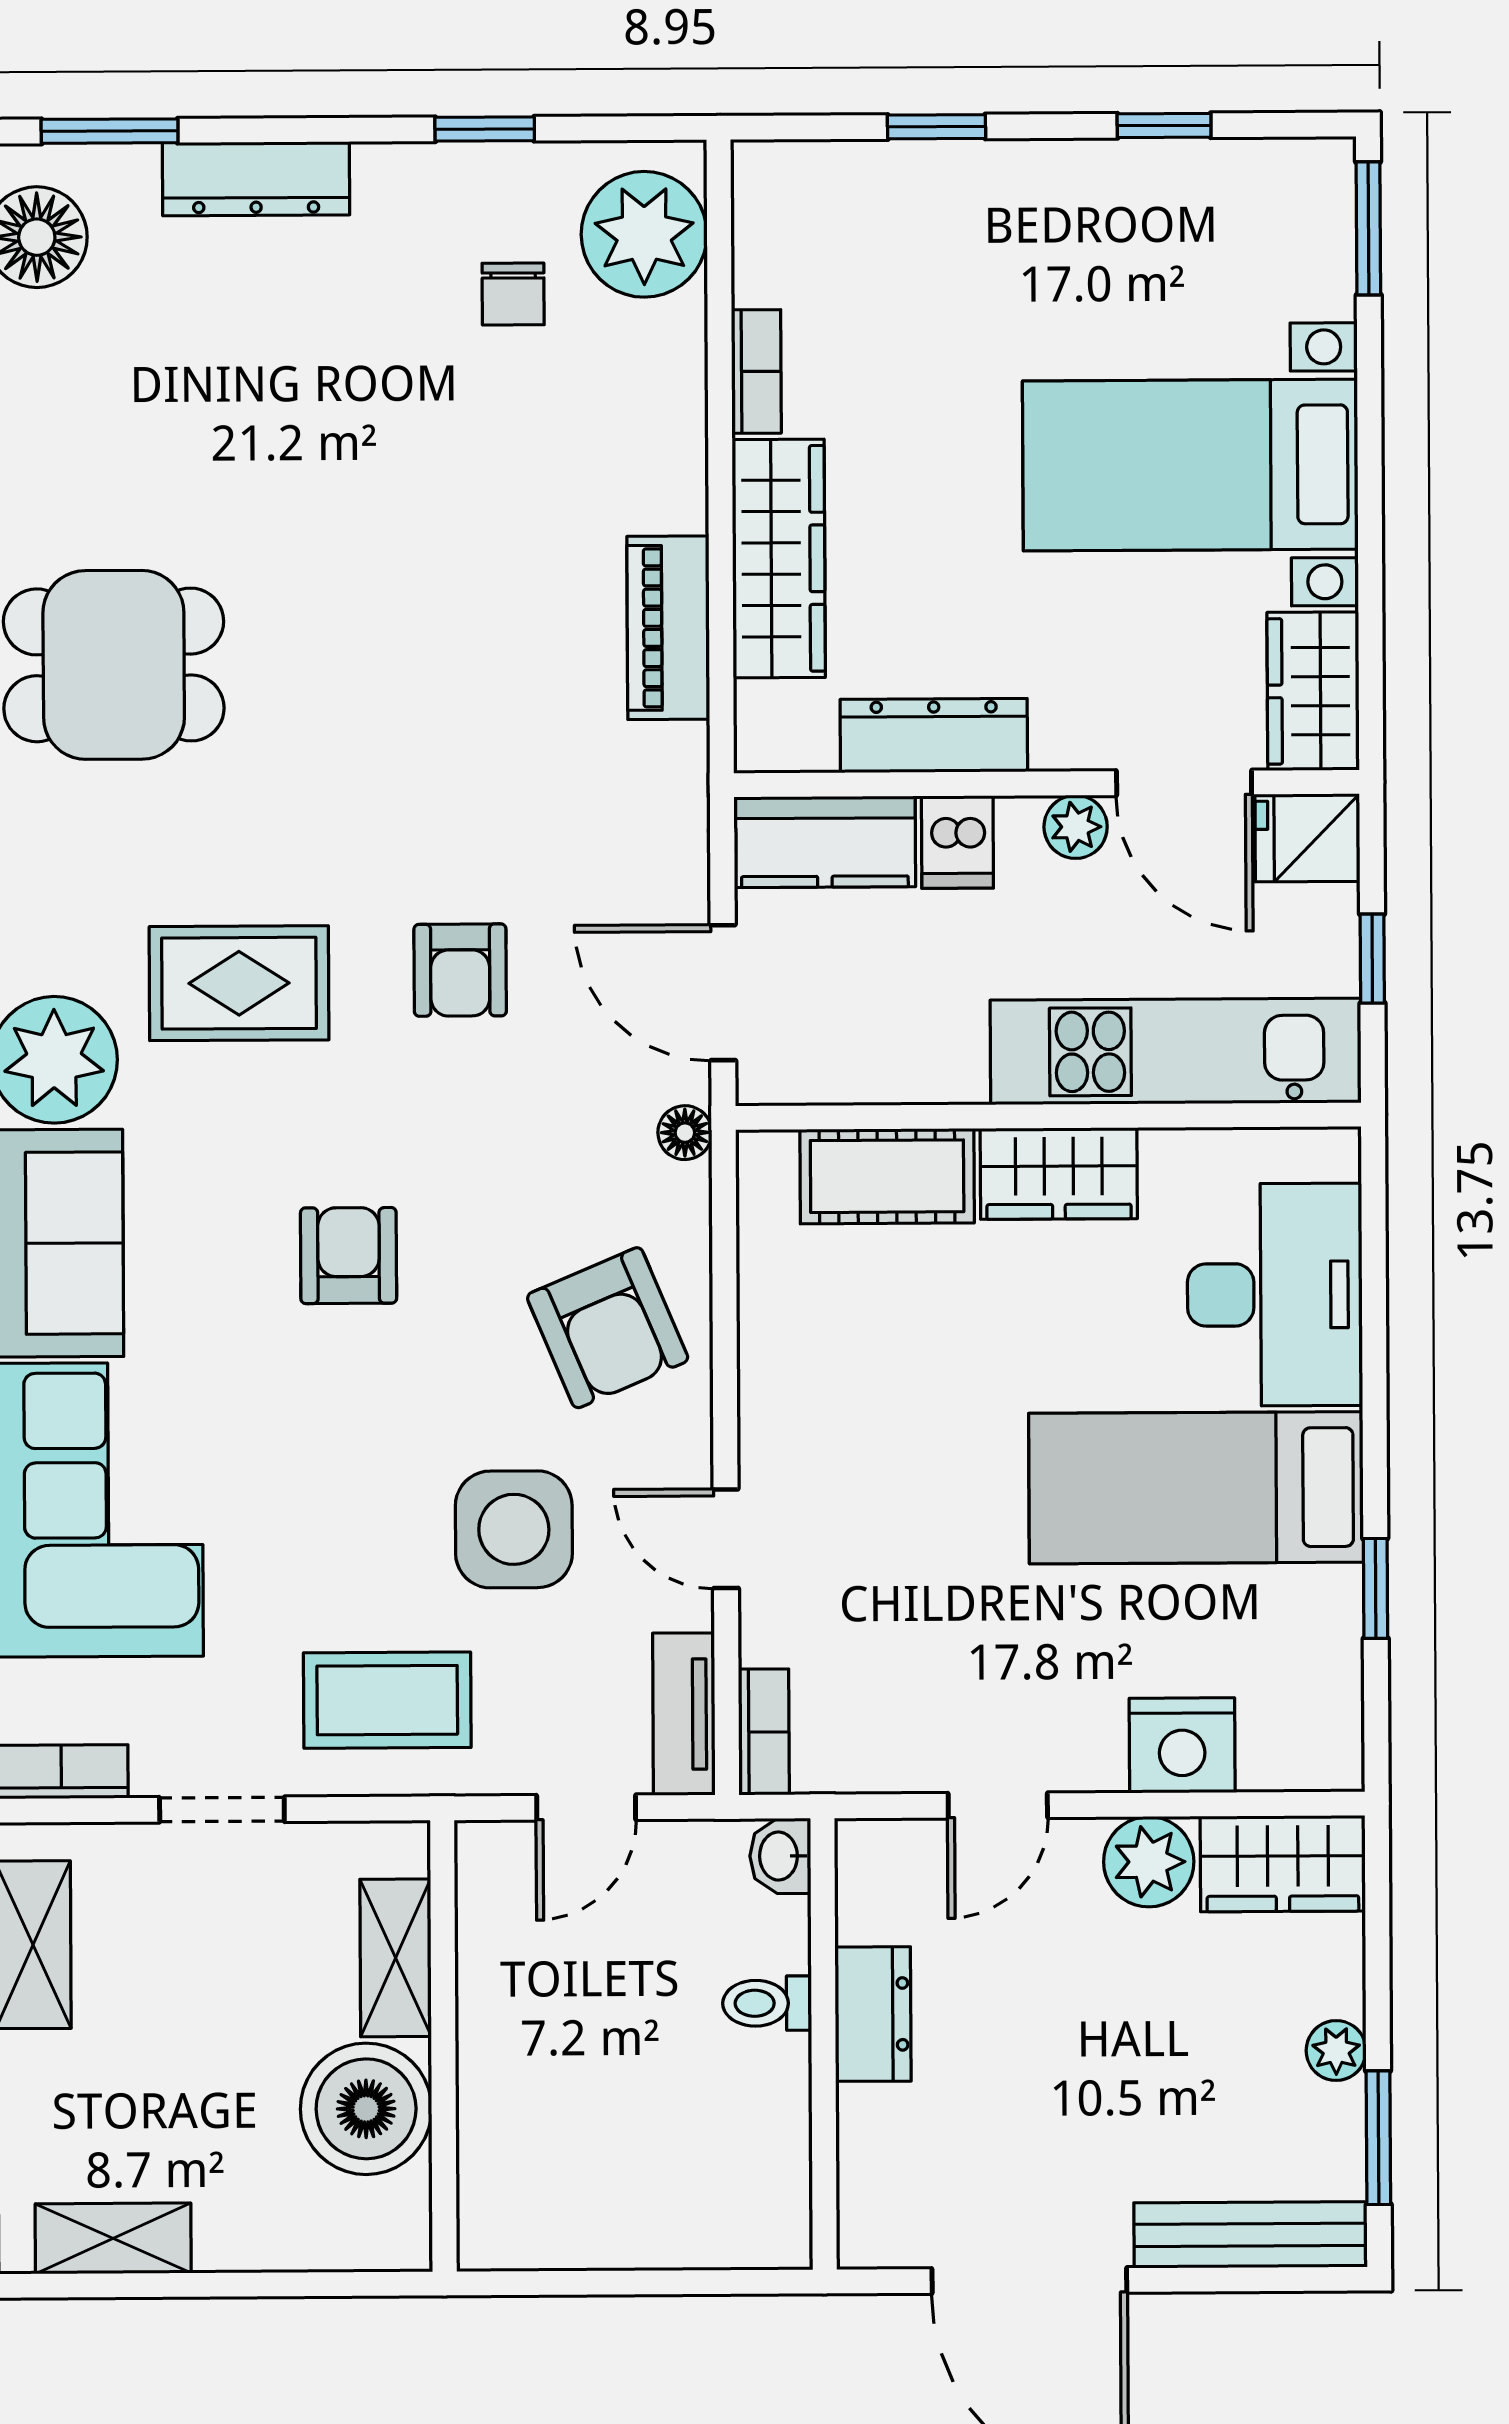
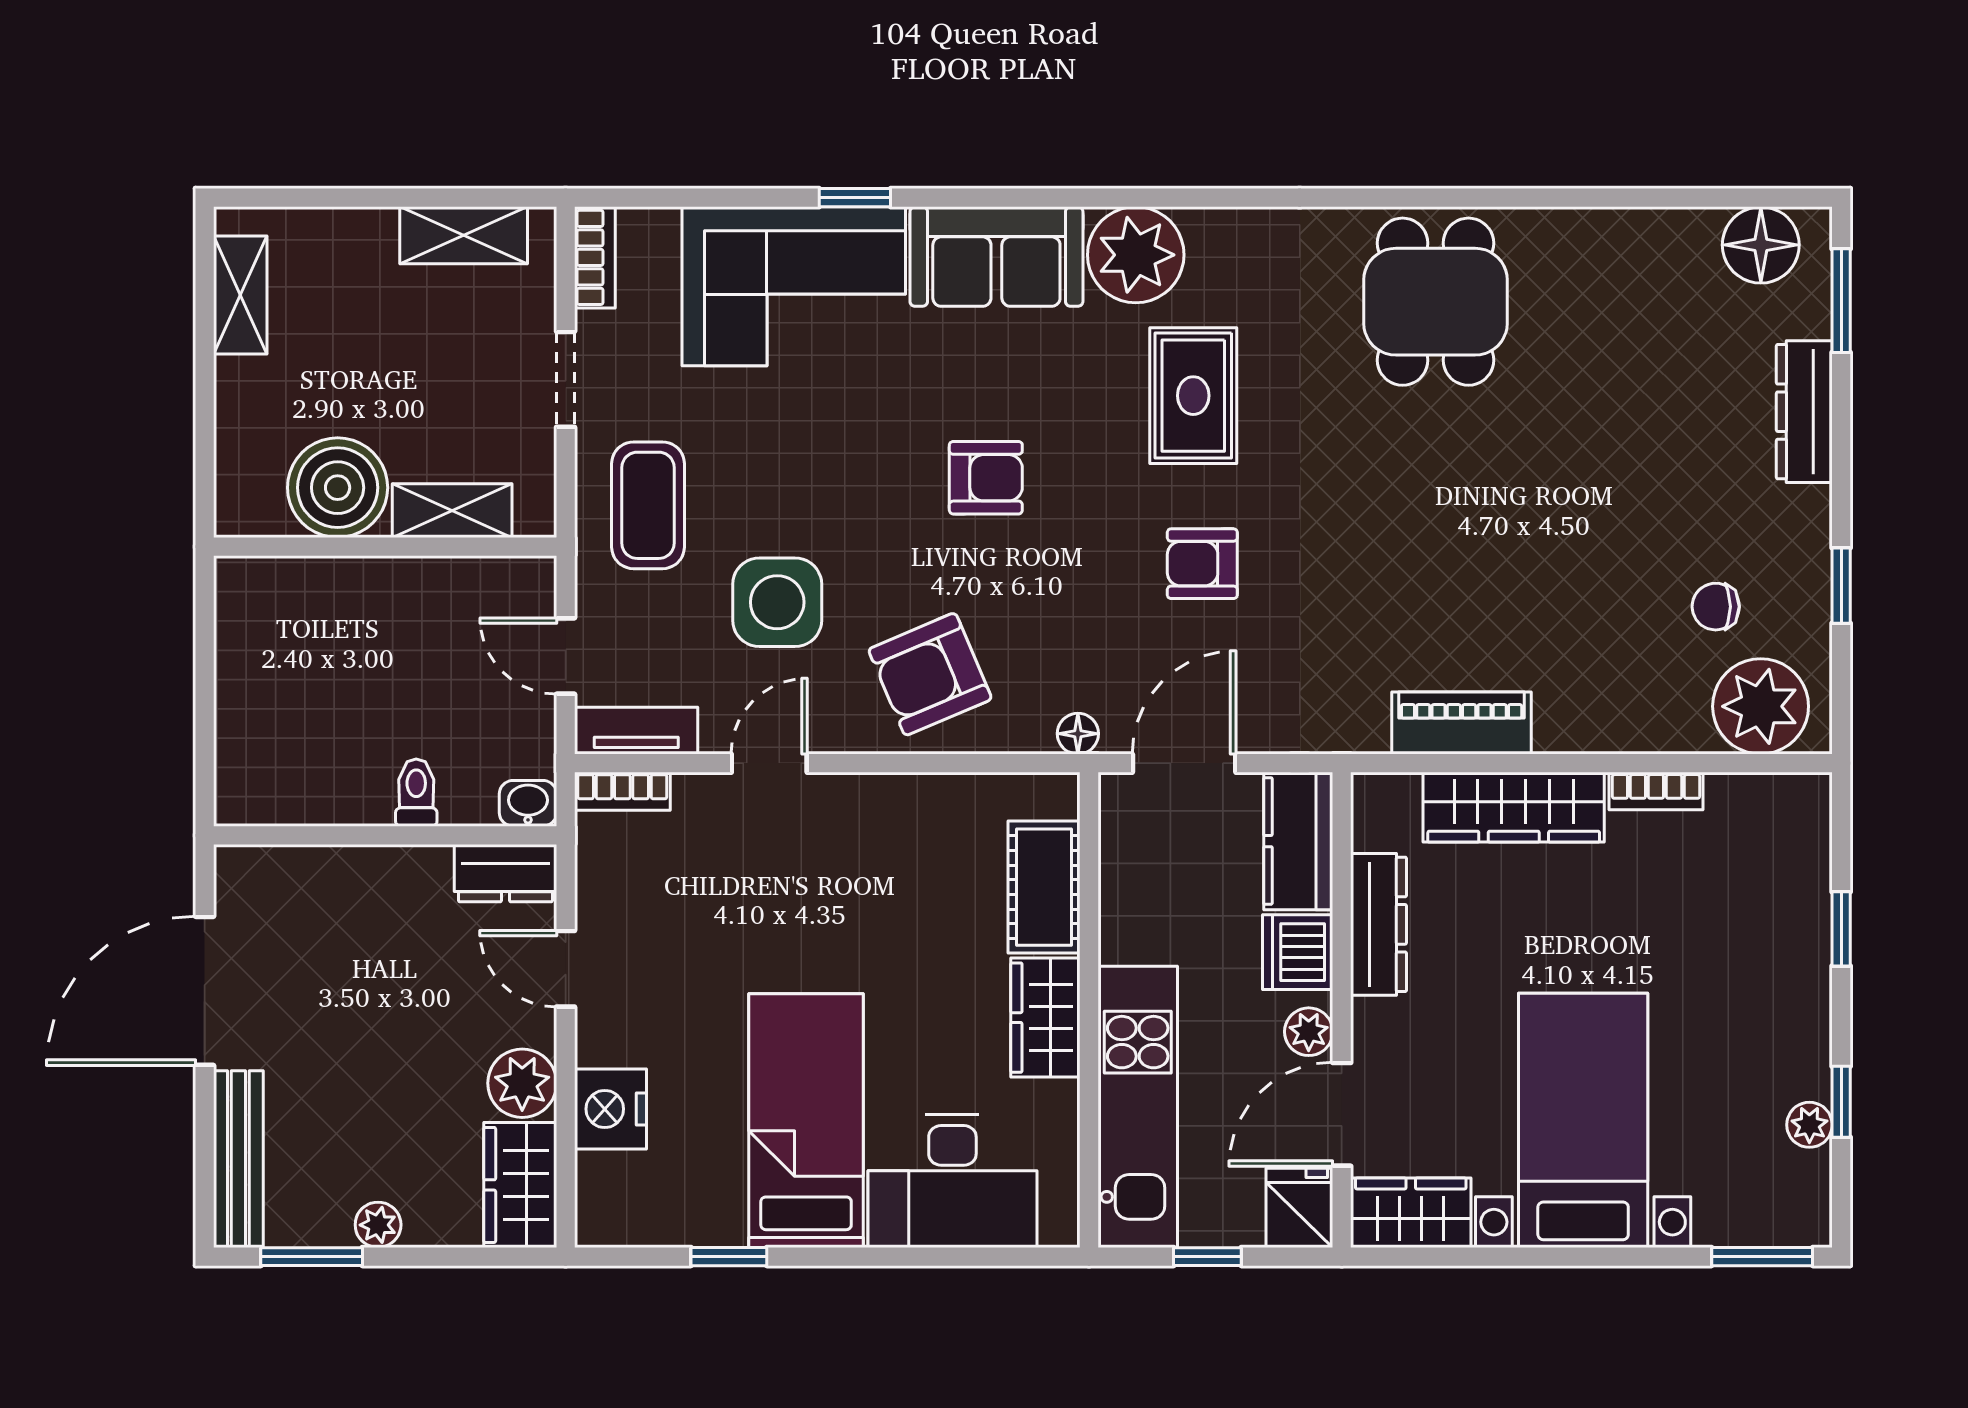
plant: (1195, 167) -> (1809, 1125), added
dishwasher: (957, 842) -> (1298, 952), width x1.38
dresser: (873, 2014) -> (505, 873), moved

